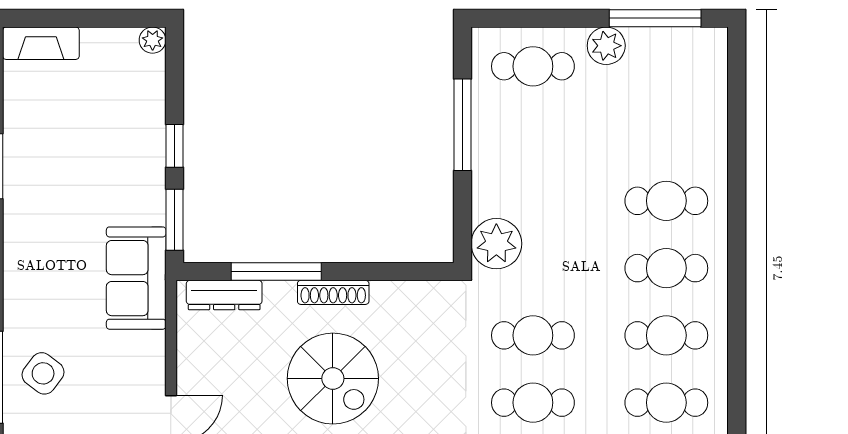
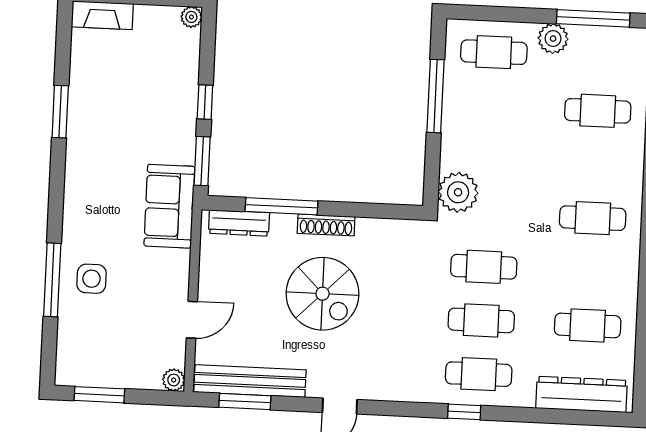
cafe table: (666, 201) -> (598, 111), moved
cafe table: (666, 335) -> (590, 272), removed
side table: (43, 373) -> (92, 279), turned -37

